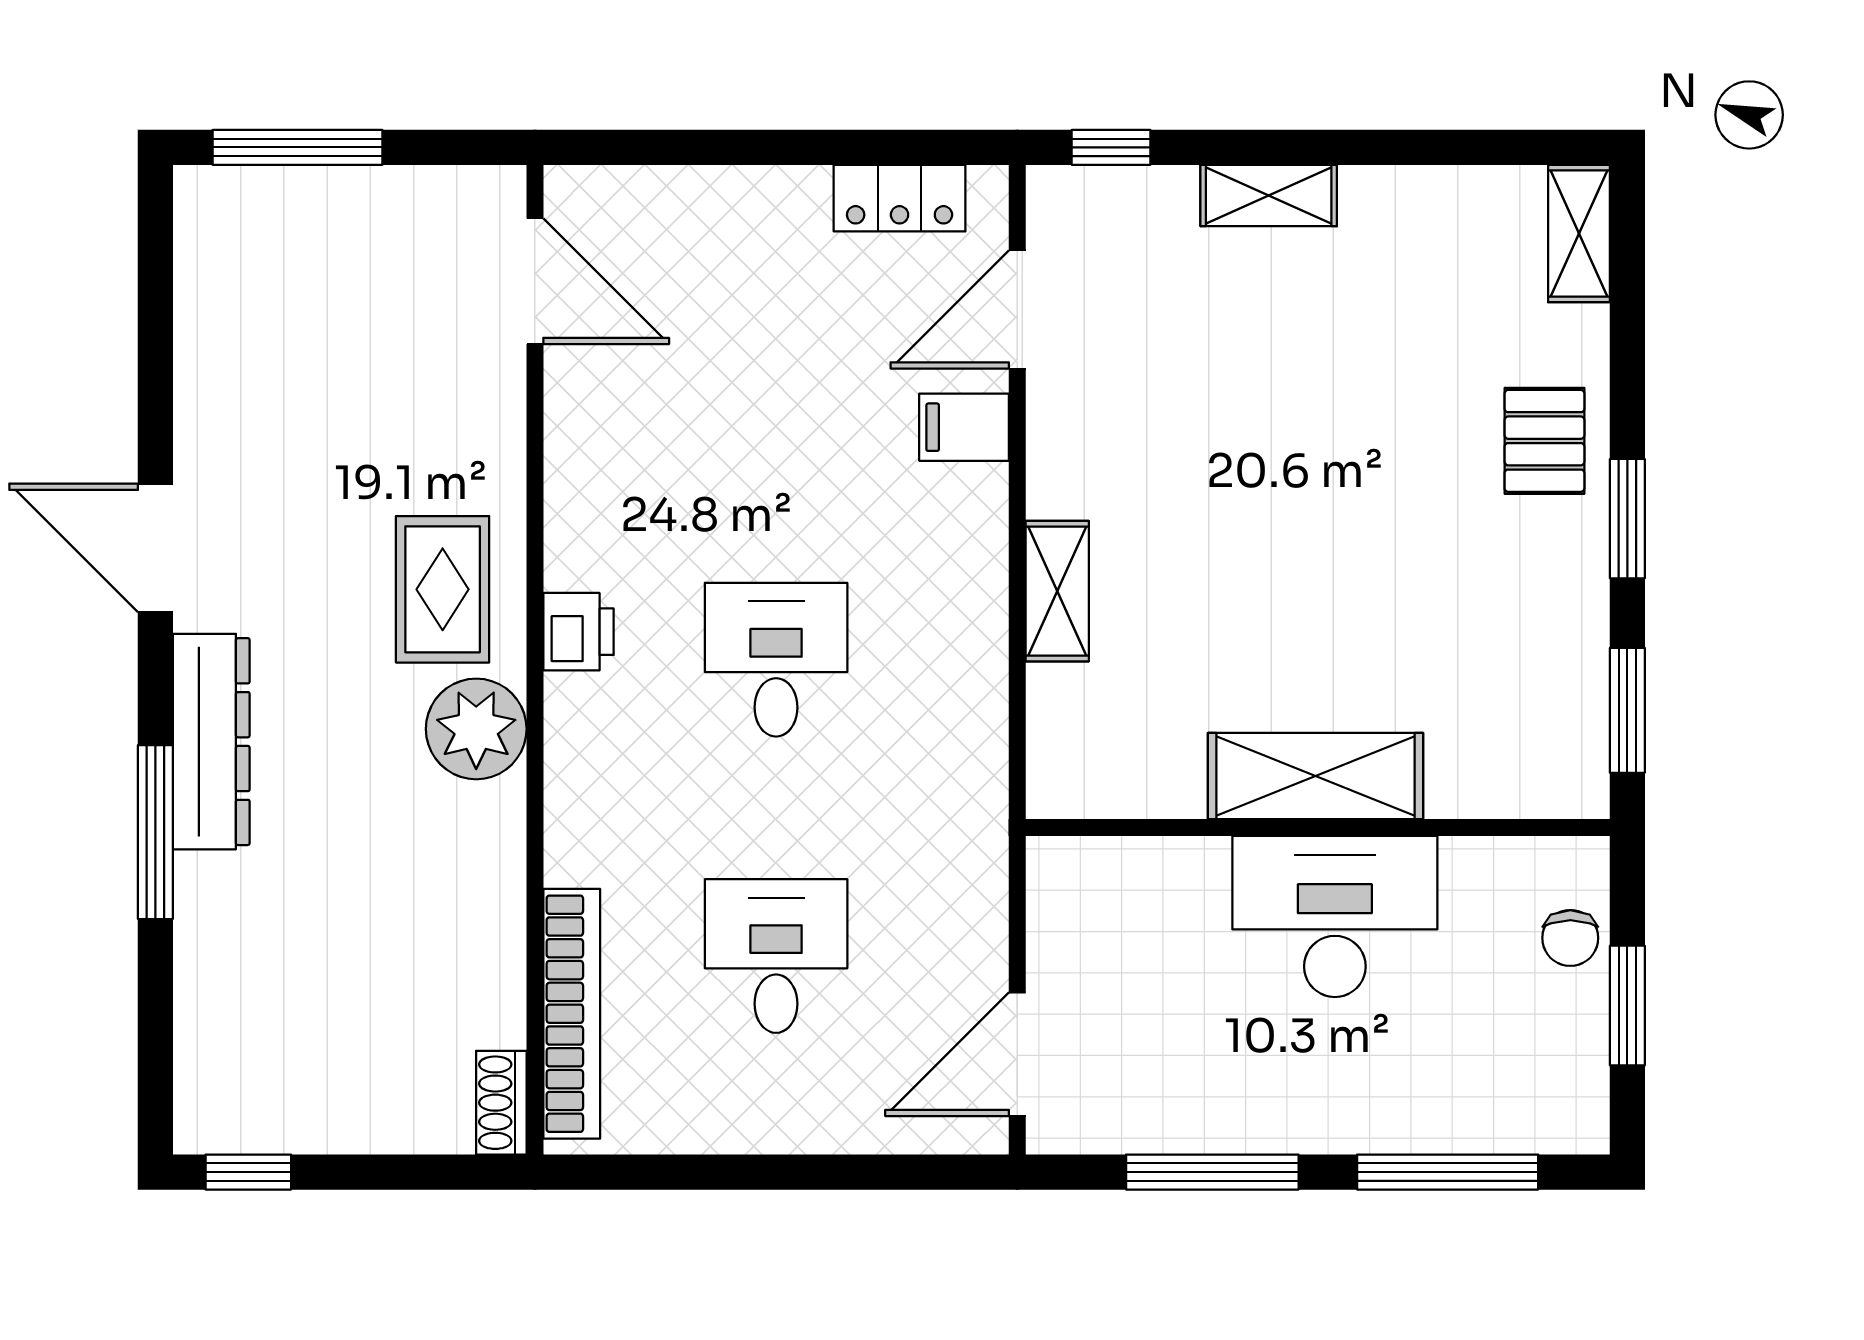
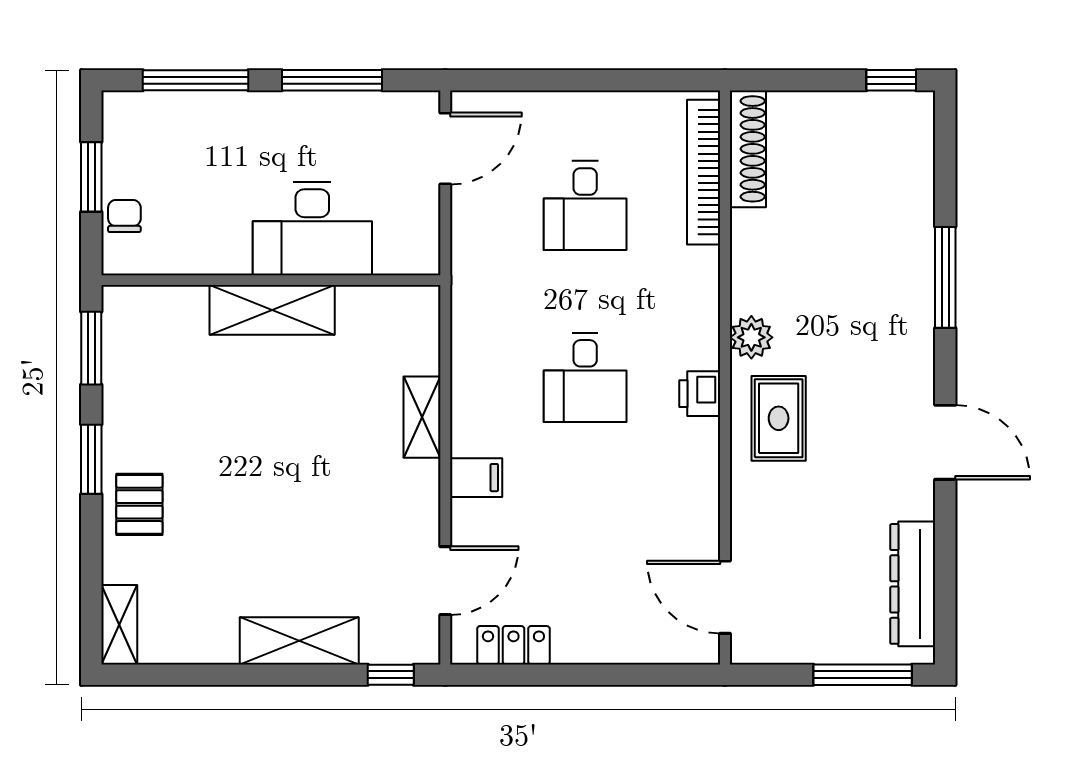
shelving: (1269, 196) -> (299, 641), width x1.50, depth x1.33
filing cabinet: (964, 427) -> (476, 478), moved
plant: (476, 729) -> (751, 337), width x0.73, depth x0.73
dresser: (211, 742) -> (913, 584), moved
desk: (1335, 916) -> (312, 229), moved
shoe rack: (501, 1103) -> (748, 149), width x1.94, depth x1.24

